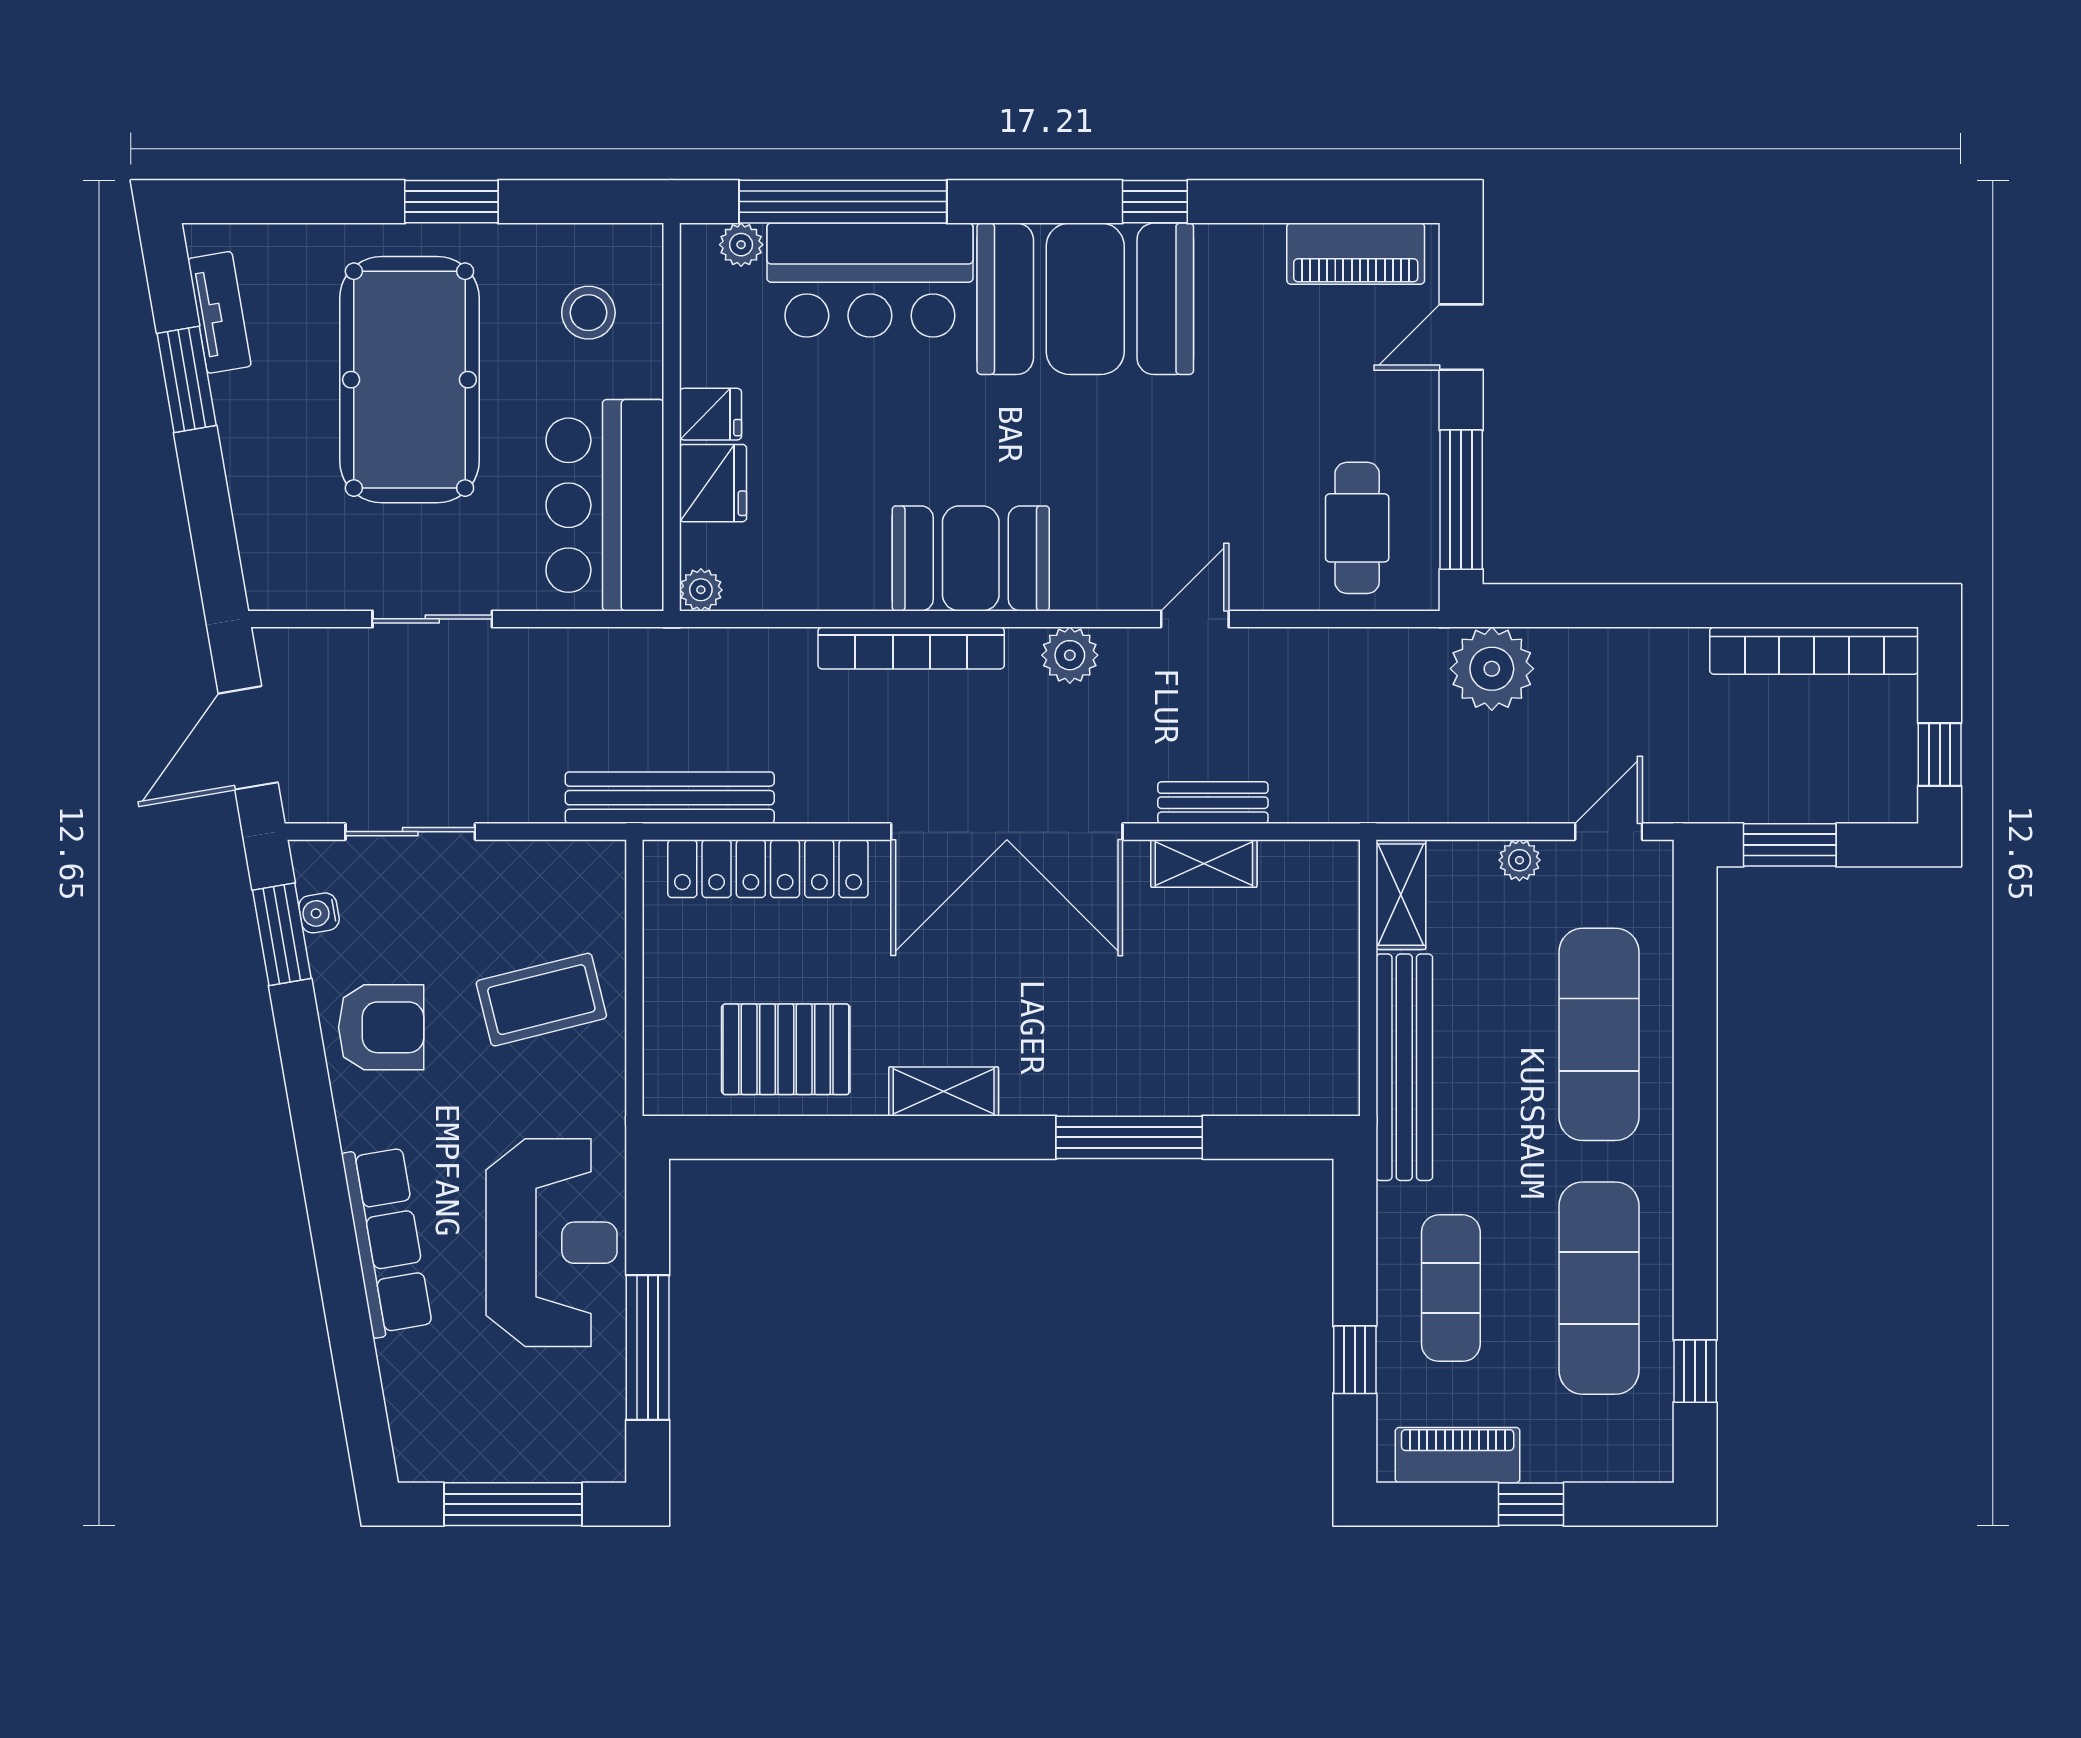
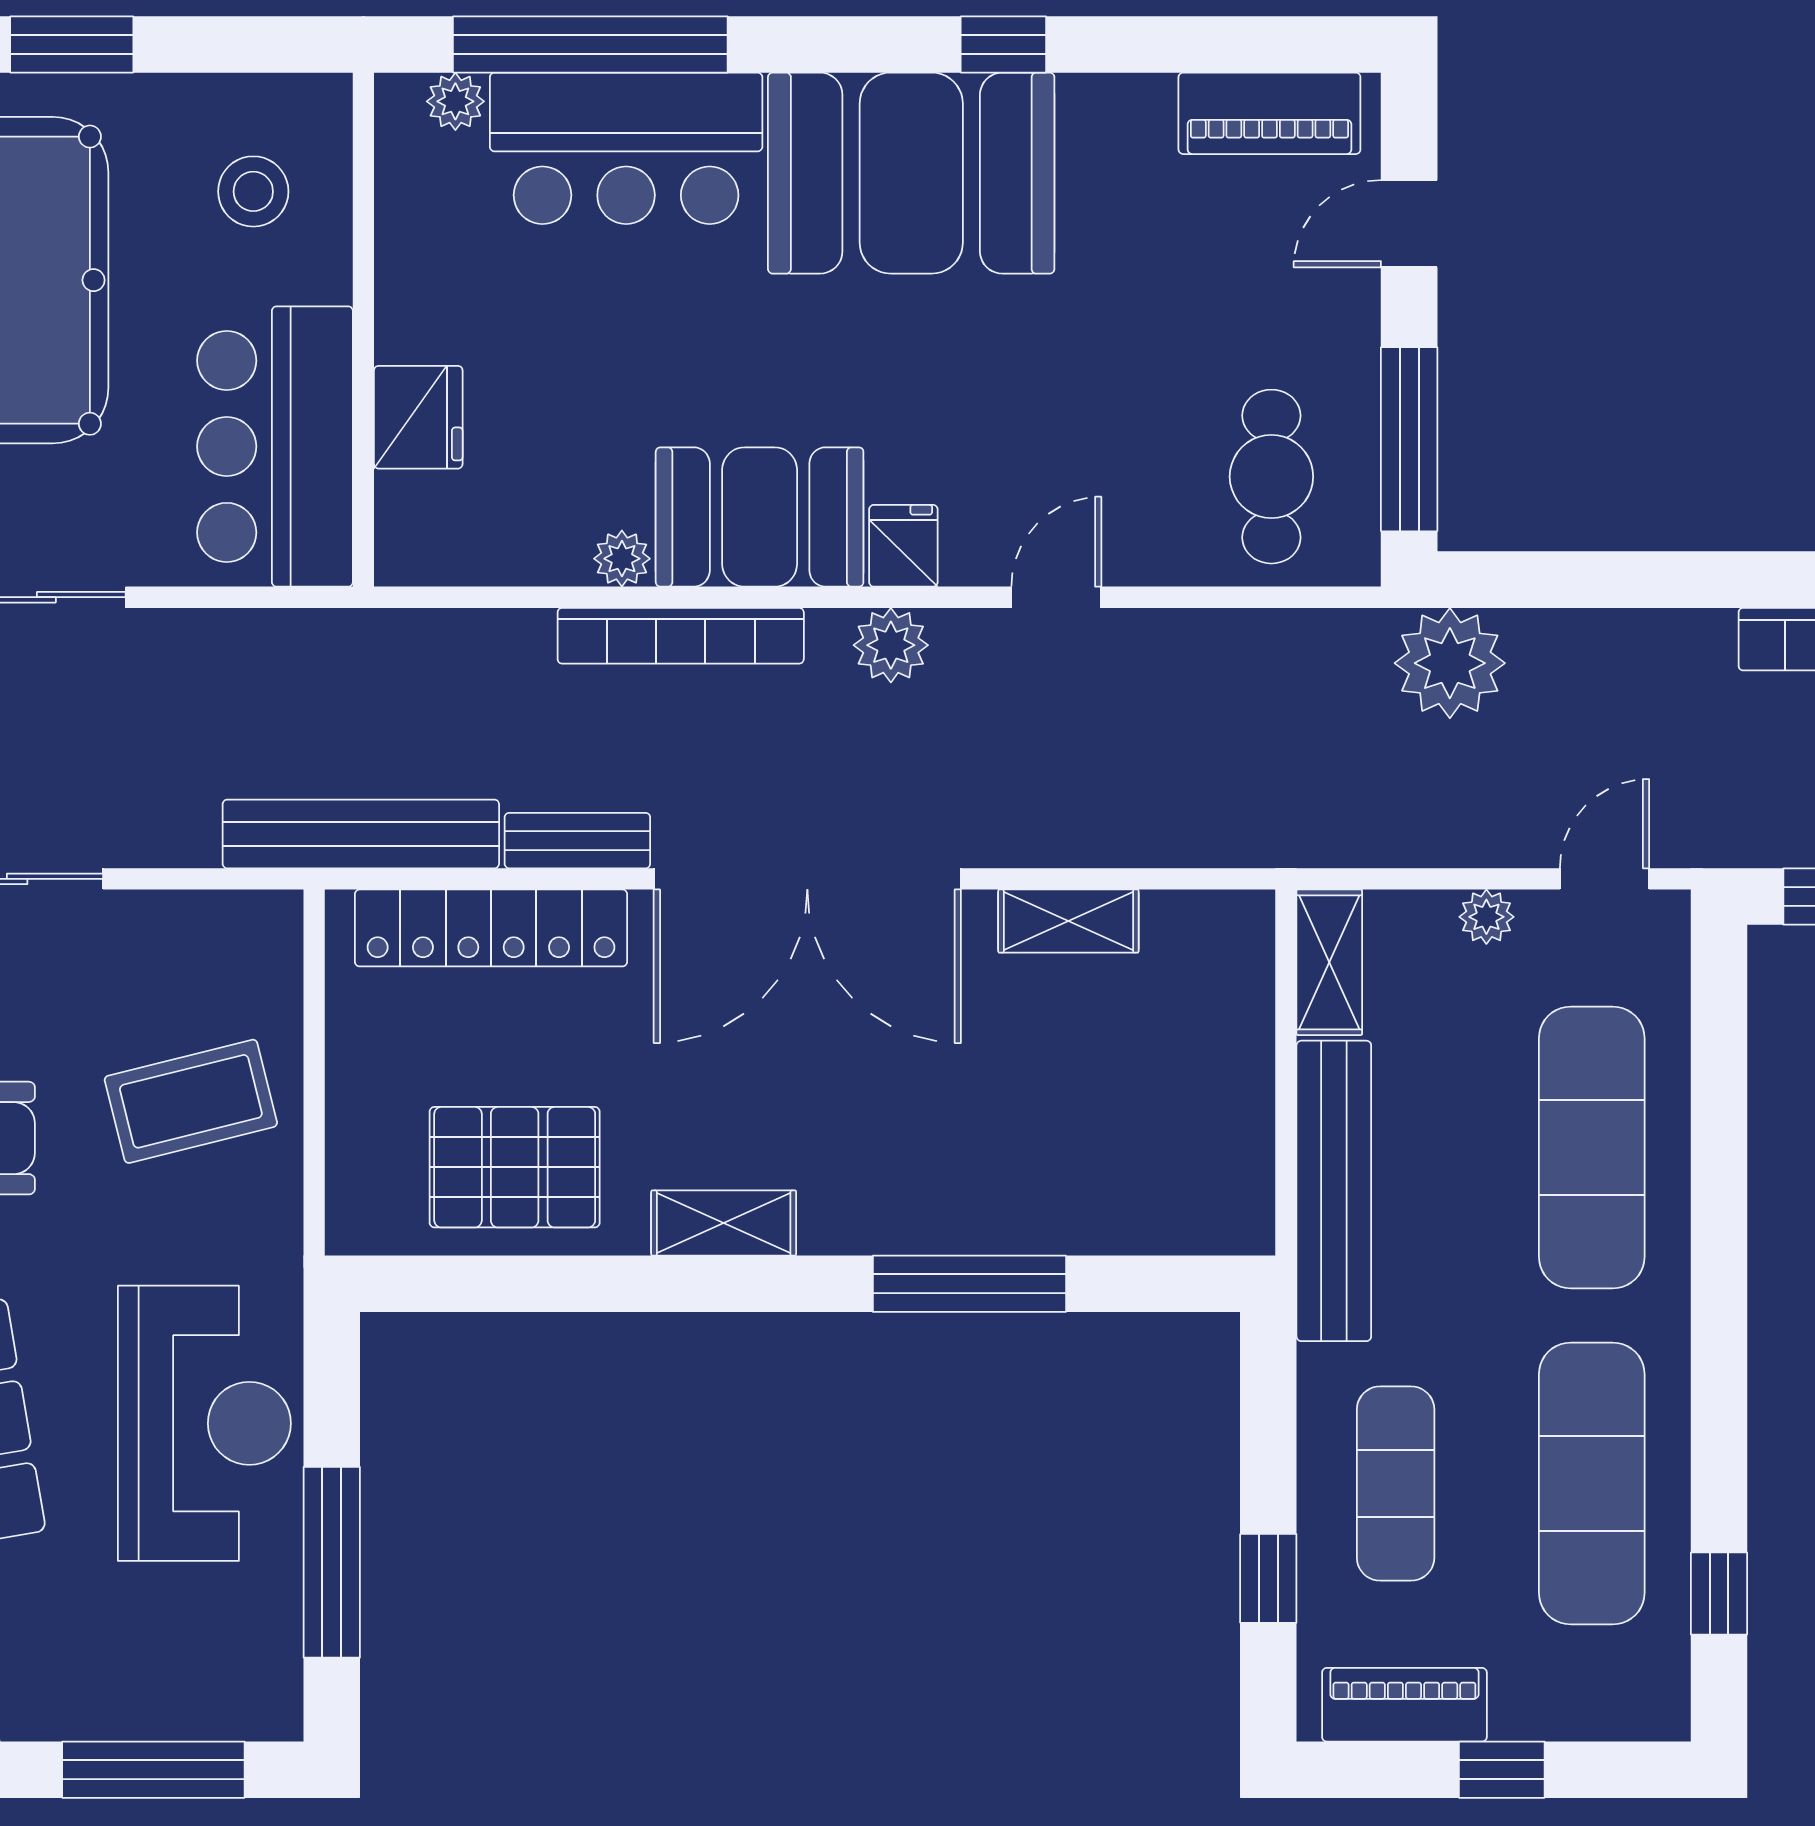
fridge: (711, 414) -> (903, 546), moved, turned -90
plant: (701, 590) -> (622, 559), moved
bench: (1213, 803) -> (577, 841), moved

